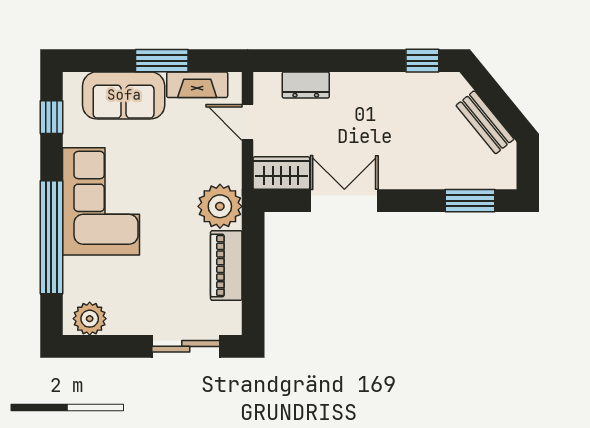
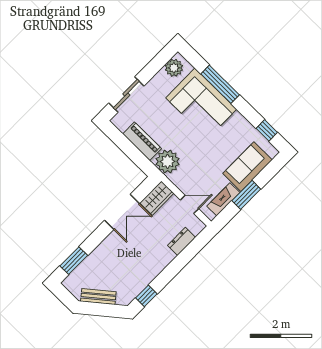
corner sofa: (101, 201) -> (201, 104), moved
window: (51, 237) -> (220, 84), width x0.68

